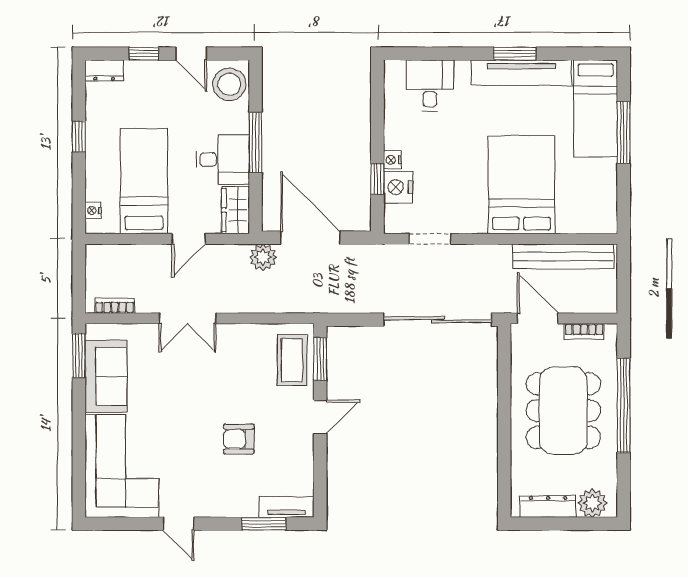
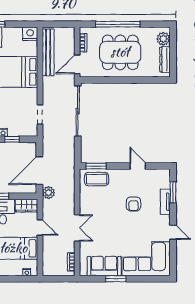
nightstand: (398, 187) -> (30, 34), moved, turned 180
window: (79, 355) -> (116, 279), moved
door: (320, 417) -> (138, 166), moved
tv unit: (287, 507) -> (165, 202), moved
door: (178, 524) -> (173, 232), hinge flipped

